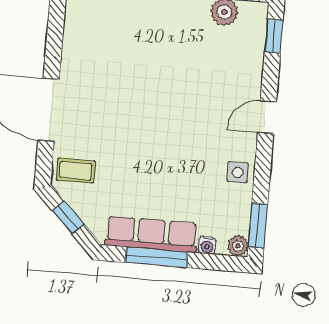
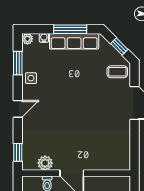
window: (258, 226) -> (18, 63), moved

